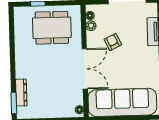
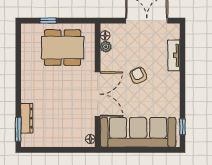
armchair: (113, 42) -> (138, 75), moved

